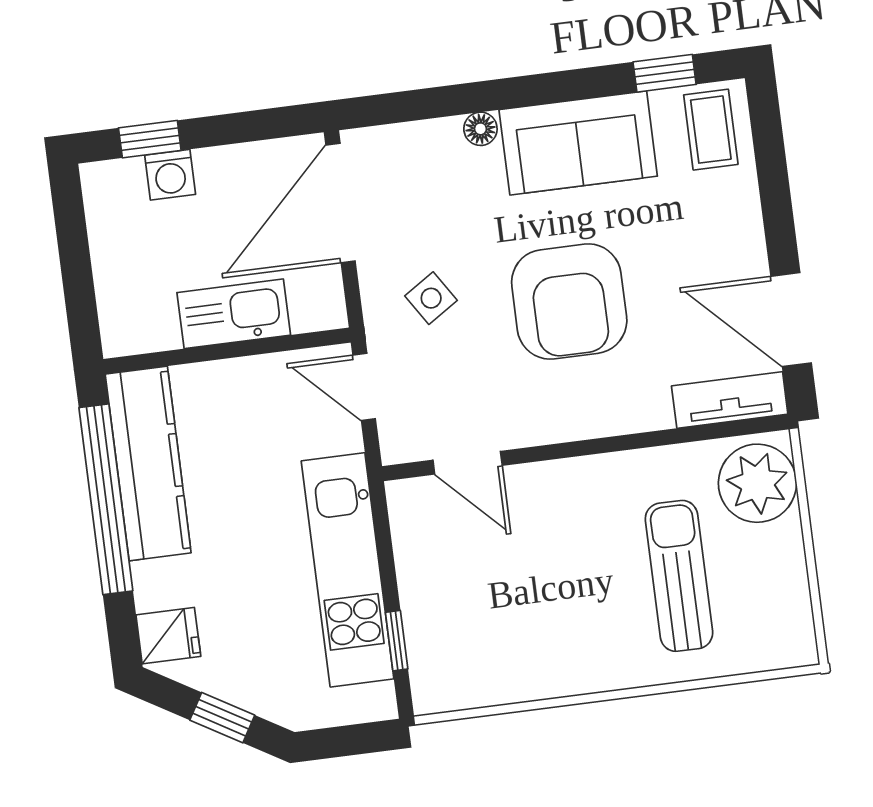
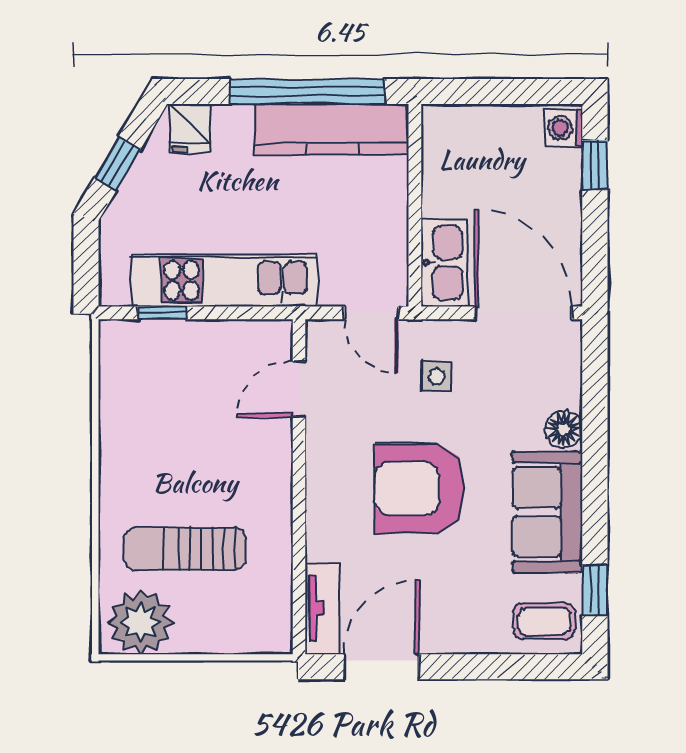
floor lamp: (480, 129) -> (564, 429), width x1.37, depth x1.37
washing machine: (170, 175) -> (564, 128), moved
side table: (431, 298) -> (437, 376), turned 33
kitchen sink: (234, 314) -> (444, 263), moved
door: (364, 387) -> (371, 313), swing flipped
plant: (757, 483) -> (141, 622), moved
sun lounger: (679, 576) -> (185, 549), turned 180

